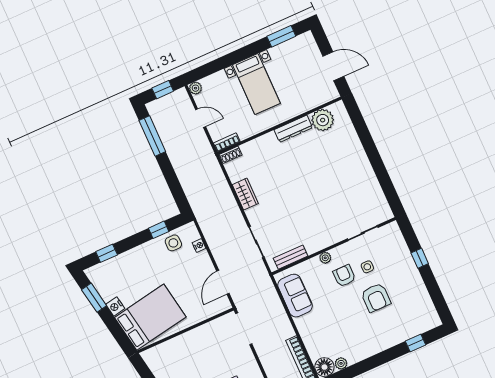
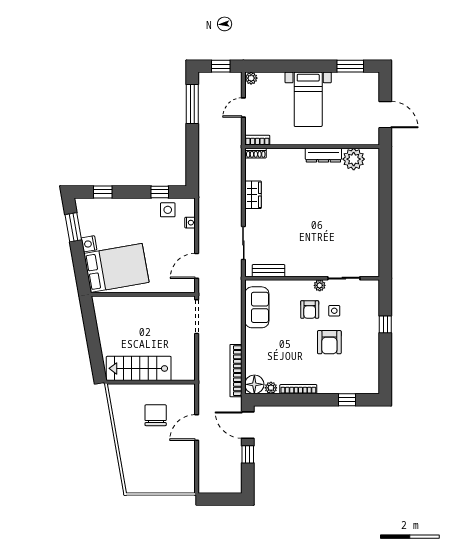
door: (201, 118) -> (243, 107), swing flipped
plant: (325, 258) -> (320, 285), moved
armchair: (344, 276) -> (310, 310), turned 180
bookcase: (367, 353) -> (298, 389), added

